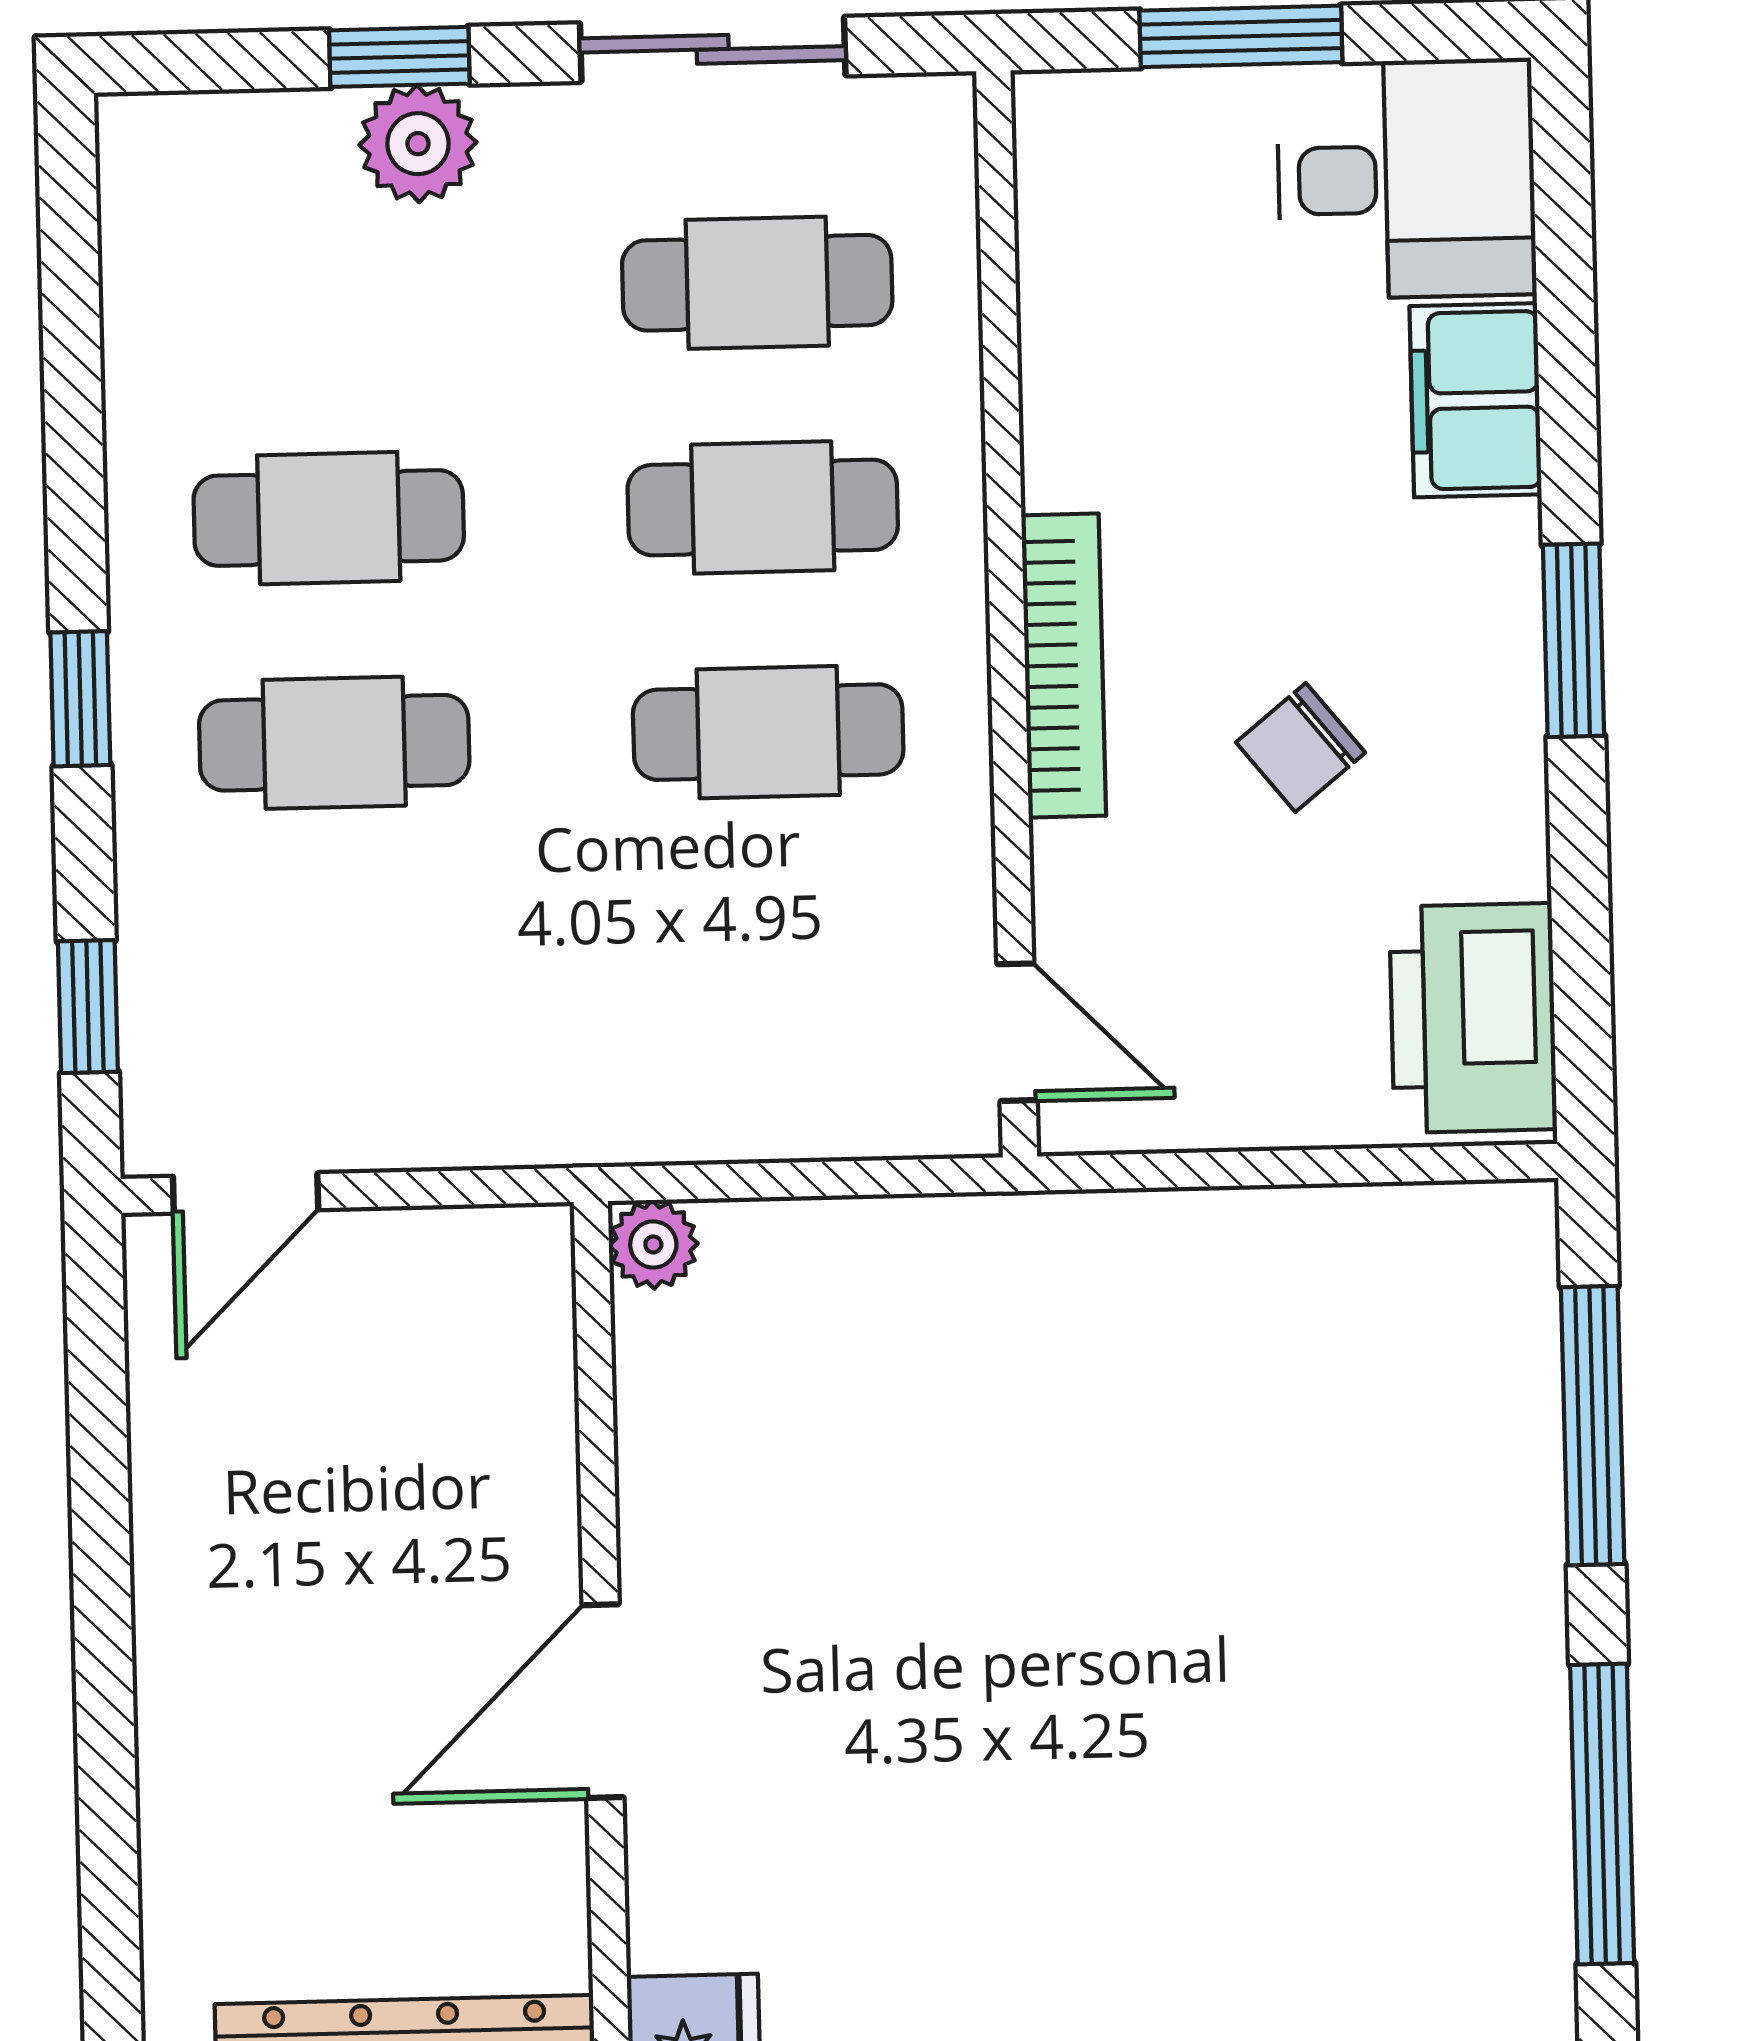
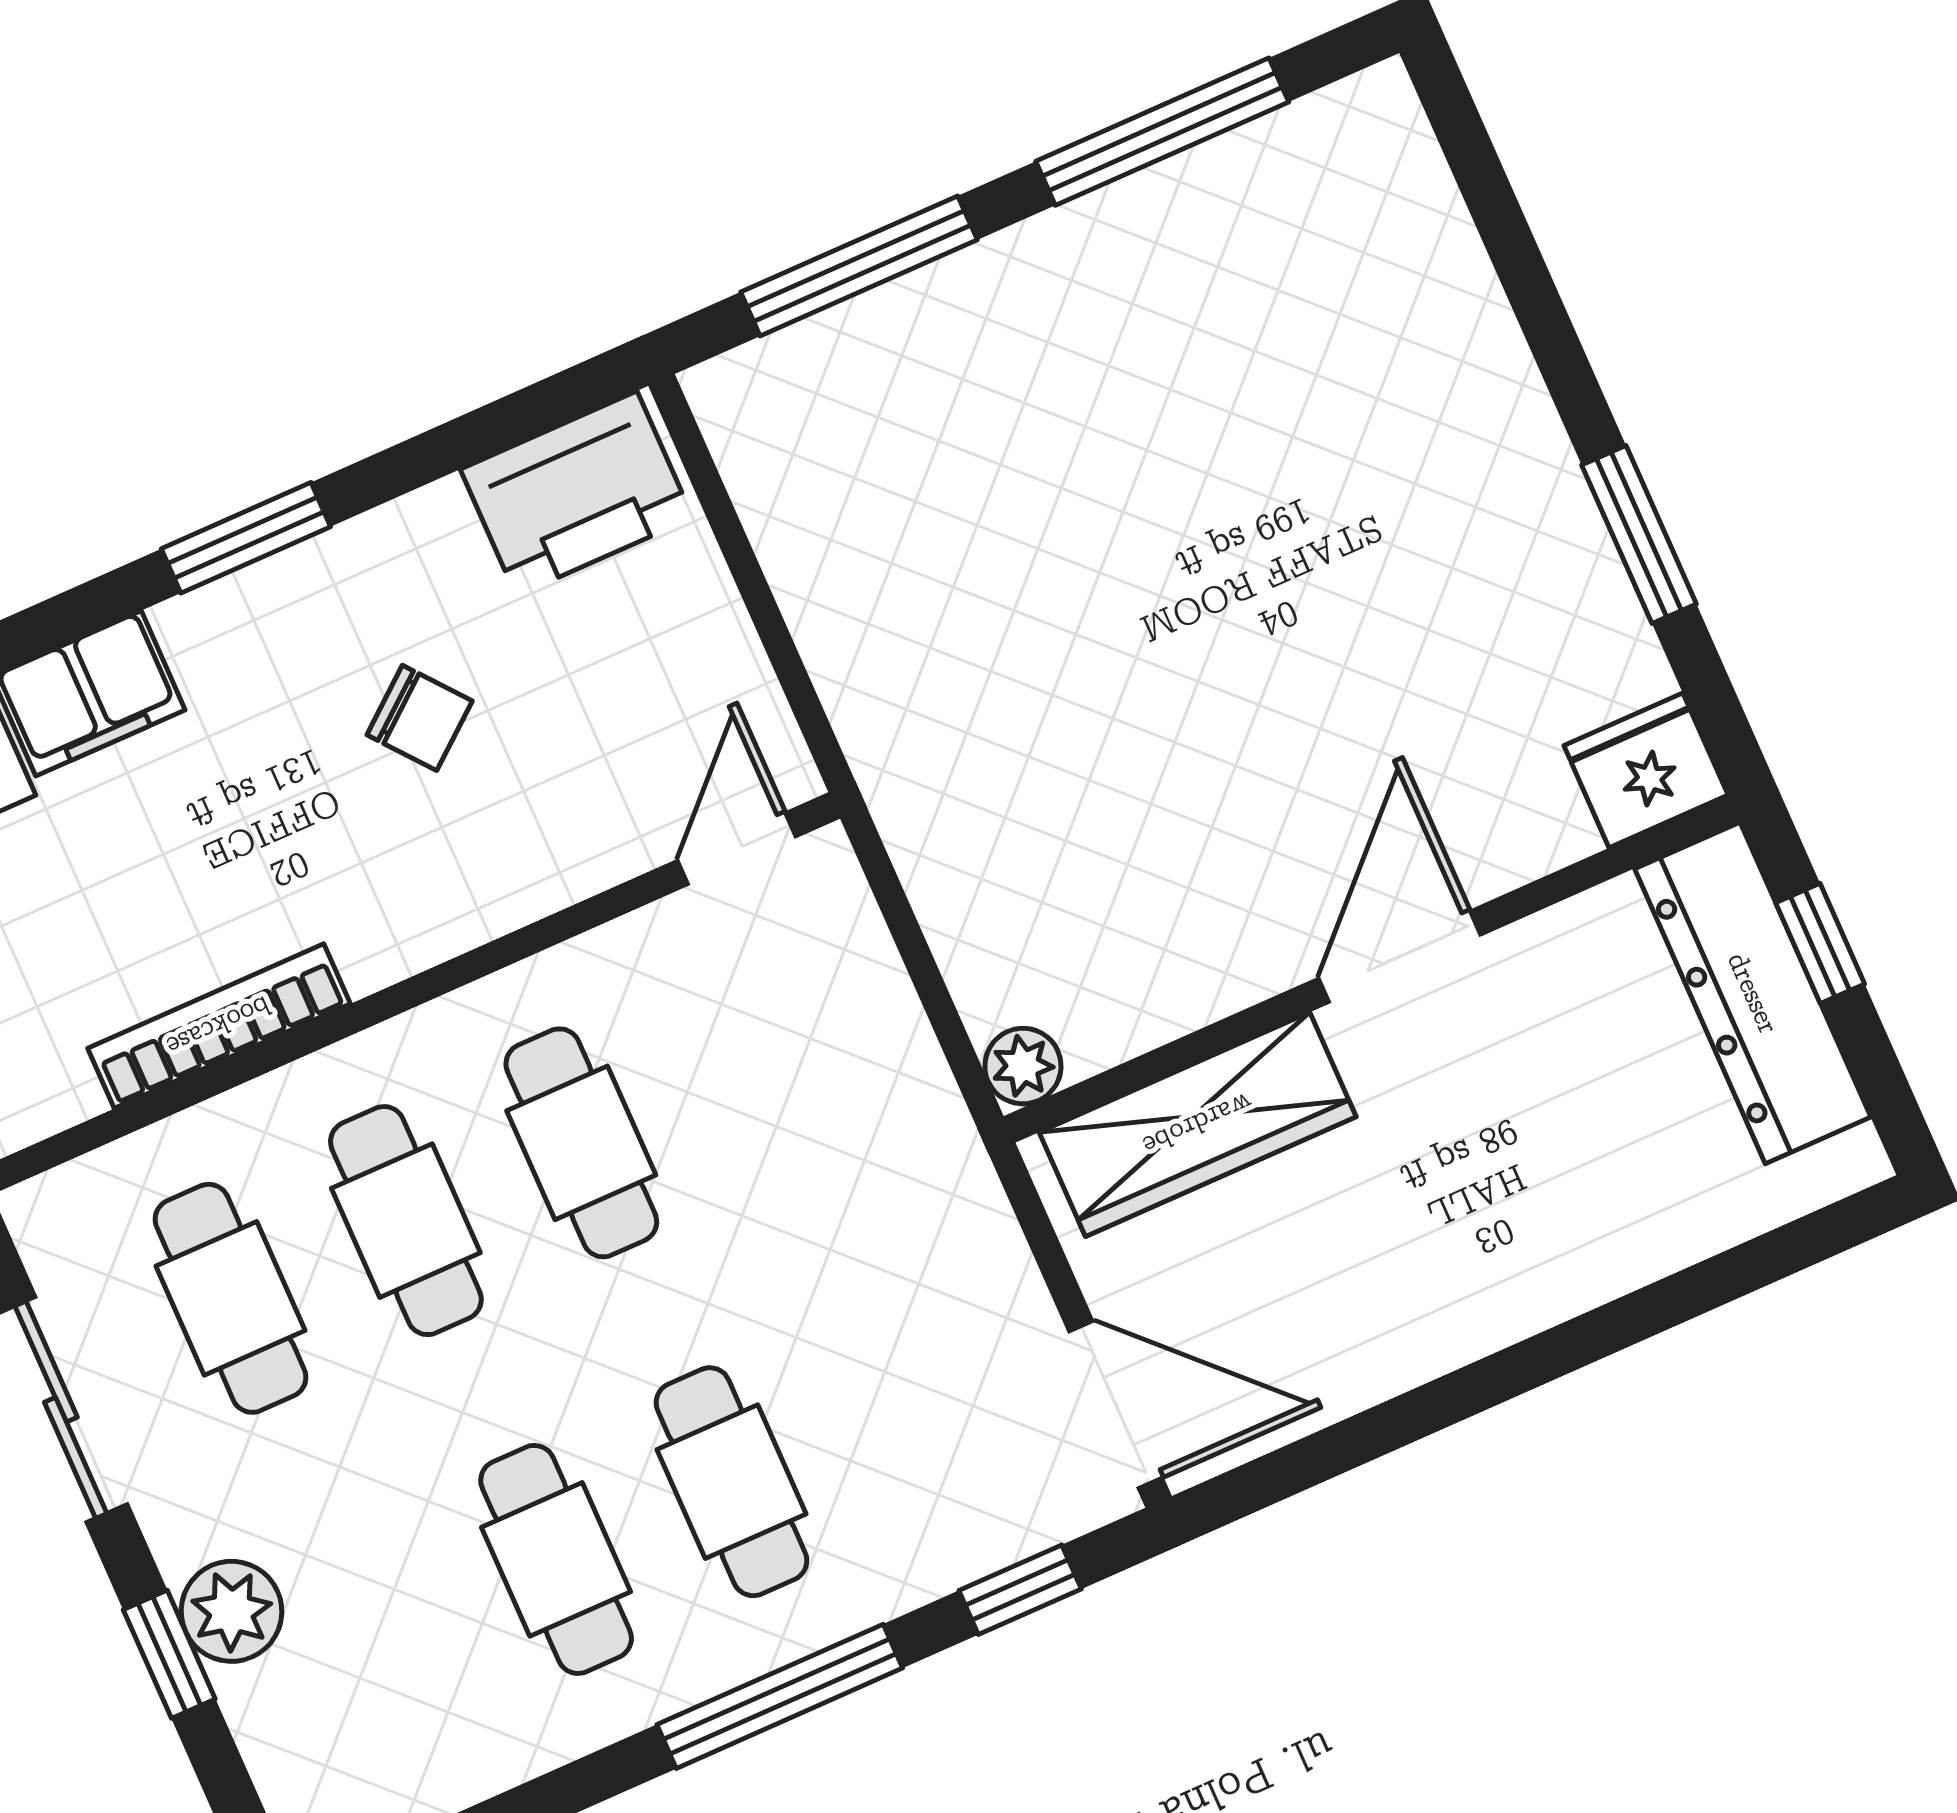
bookcase: (1064, 666) -> (219, 1026), moved
window: (80, 699) -> (780, 1696), width x2.17
door: (246, 1193) -> (1116, 1404), width x1.38
wardrobe: (512, 1407) -> (1198, 1124), added
door: (603, 1701) -> (1400, 957), swing flipped

